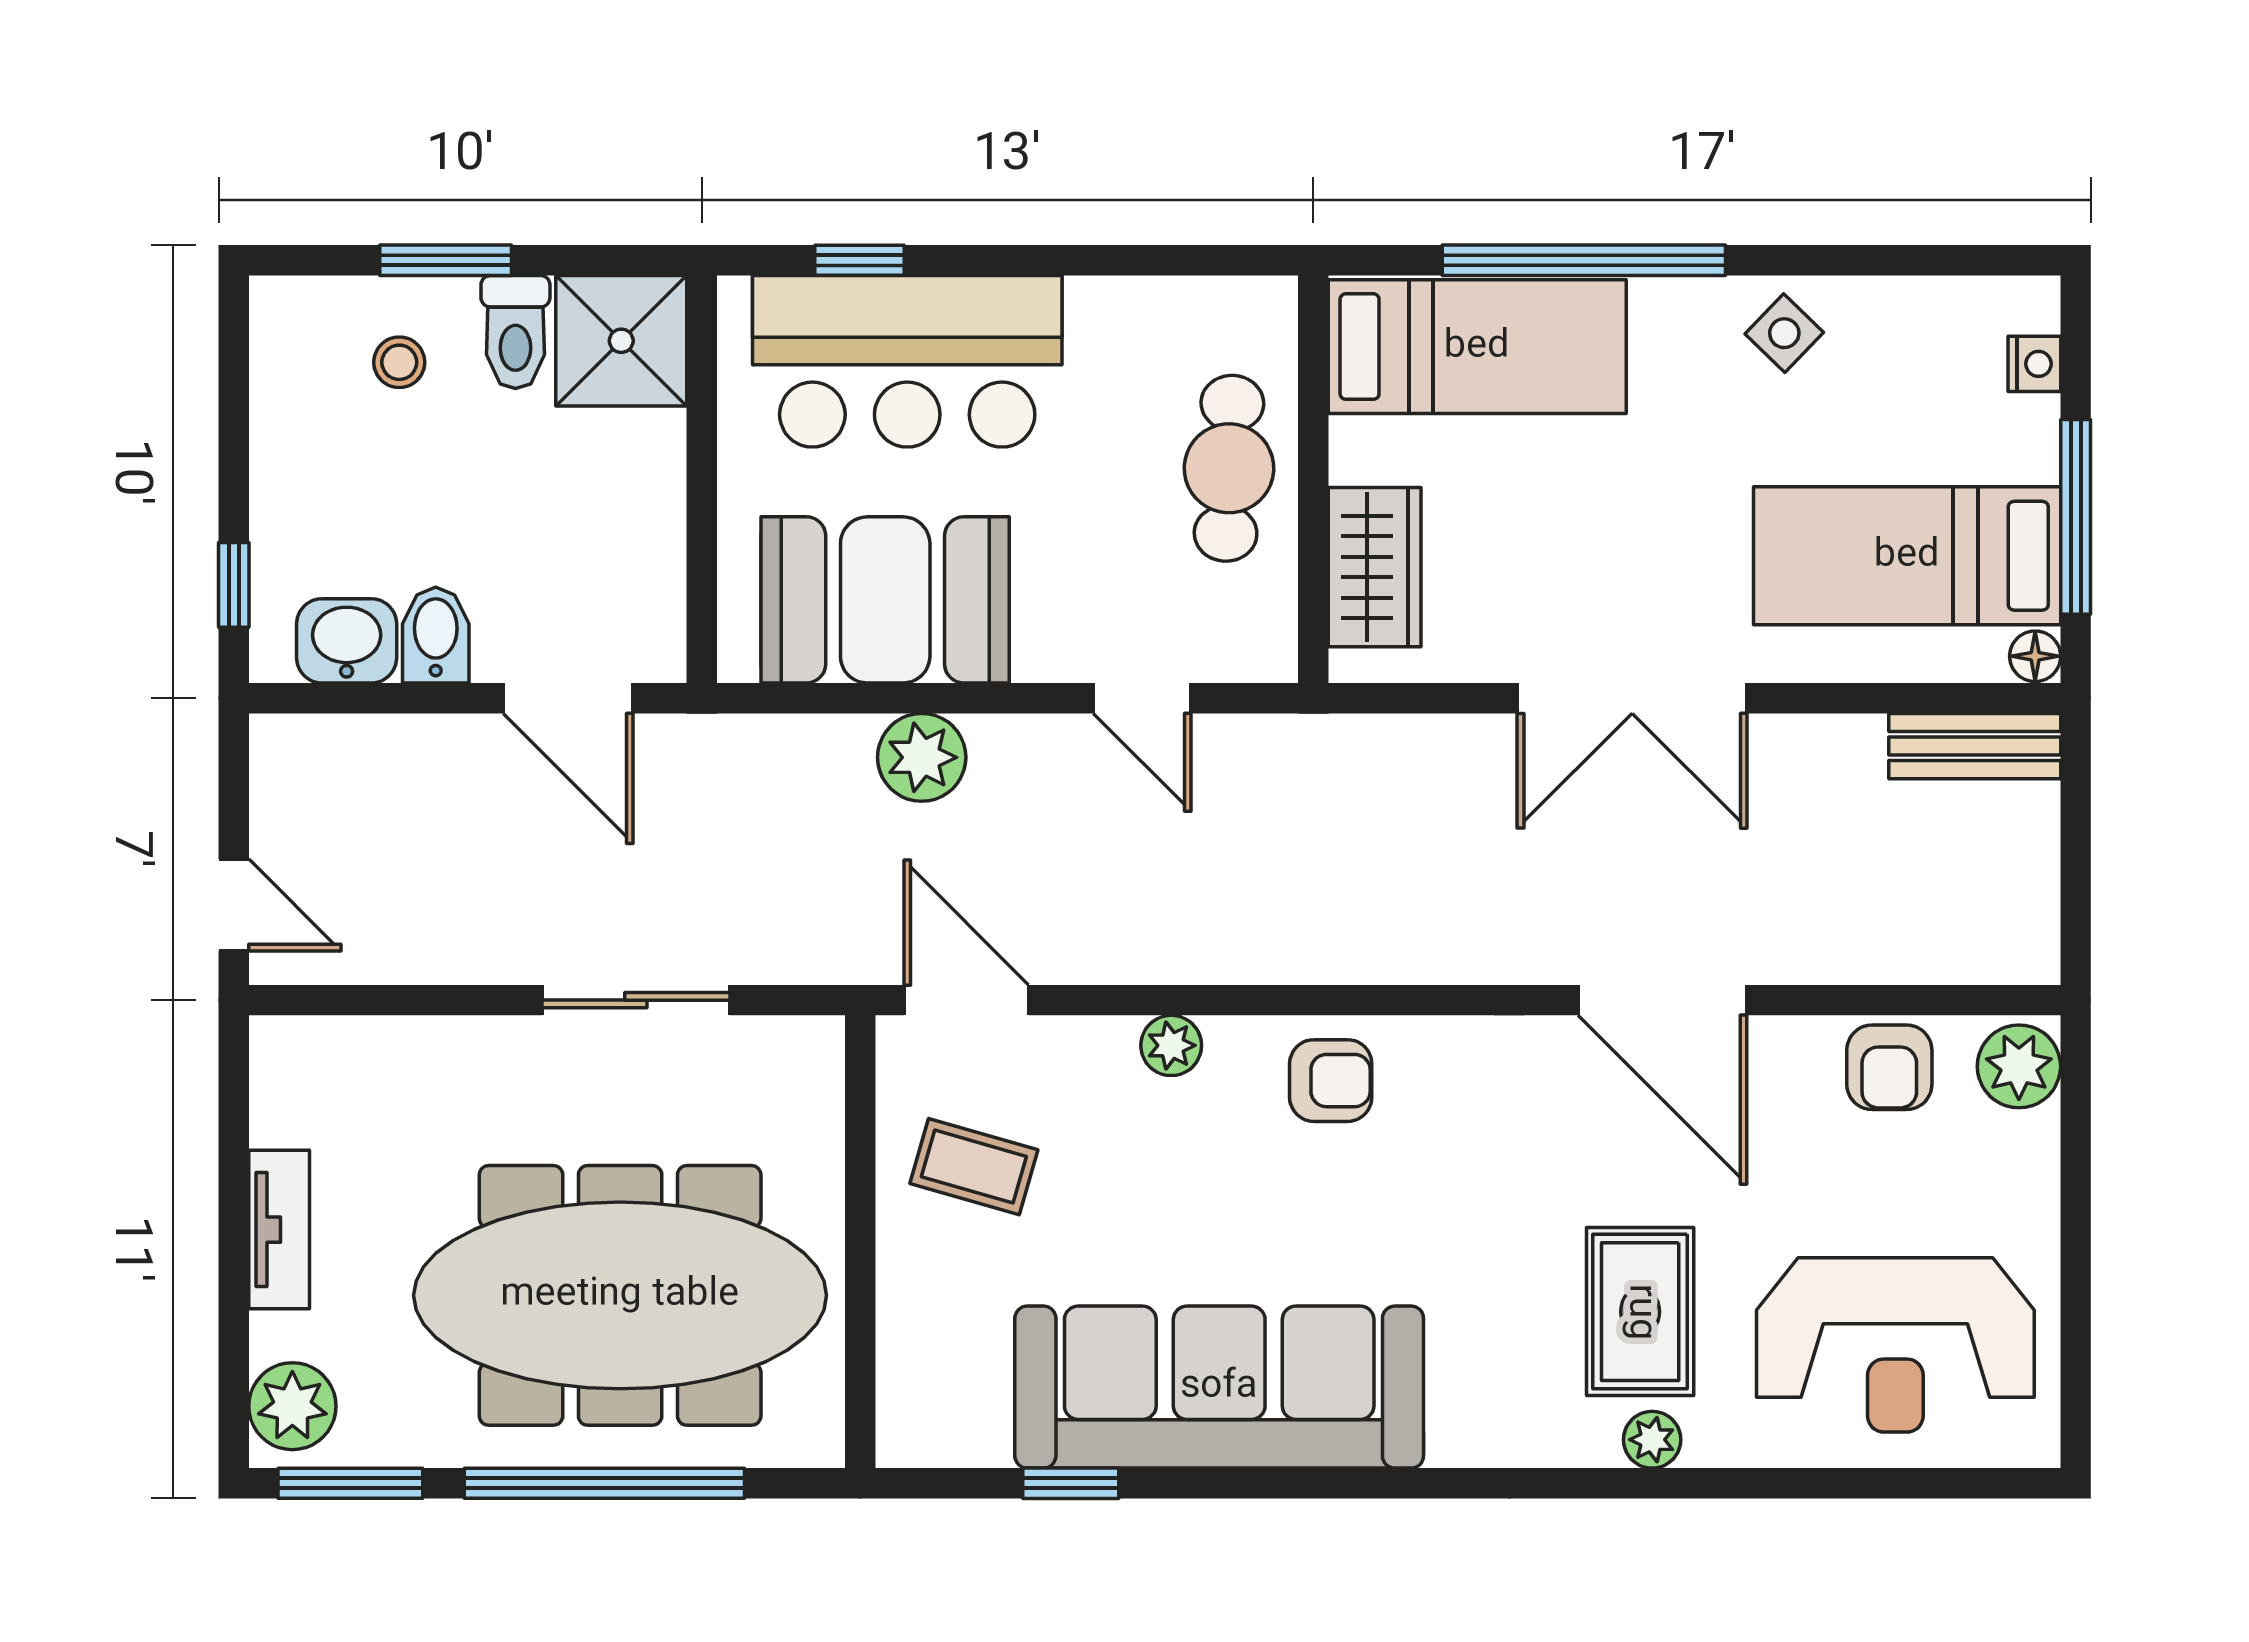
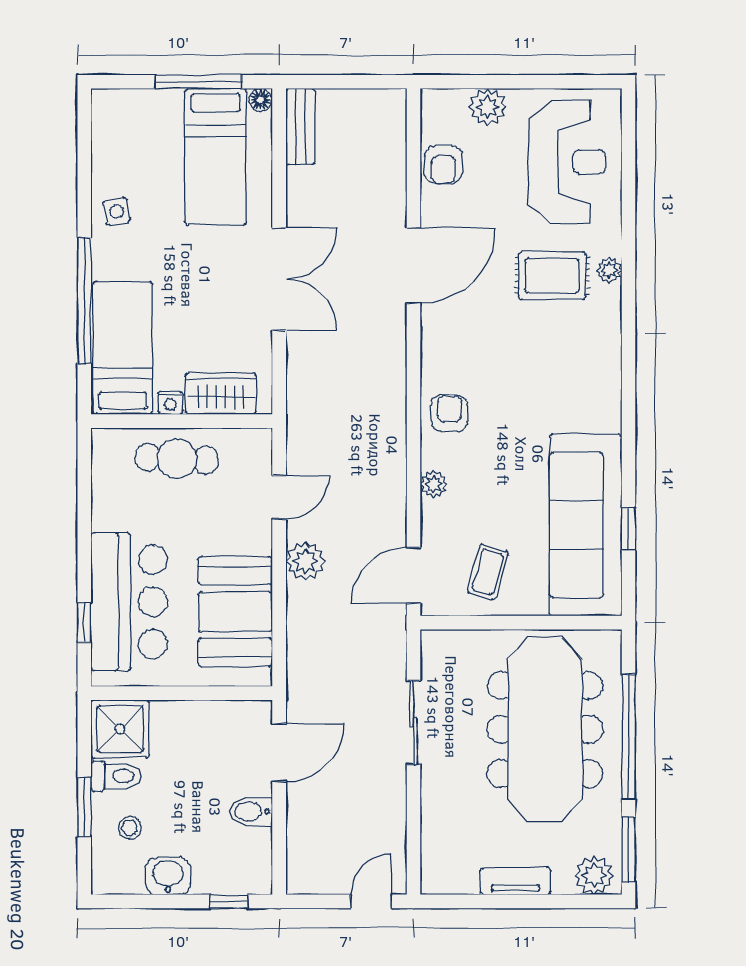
side table: (1784, 333) -> (117, 211), turned 34
nightstand: (2034, 364) -> (170, 403), moved, turned 180
washbasin: (347, 641) -> (168, 876), moved, turned 90
plant: (922, 757) -> (305, 561), moved
plant: (2019, 1066) -> (488, 107), moved
armchair: (1889, 1067) -> (443, 165), turned 90
sofa: (1219, 1387) -> (586, 525), moved

